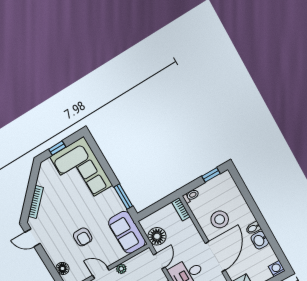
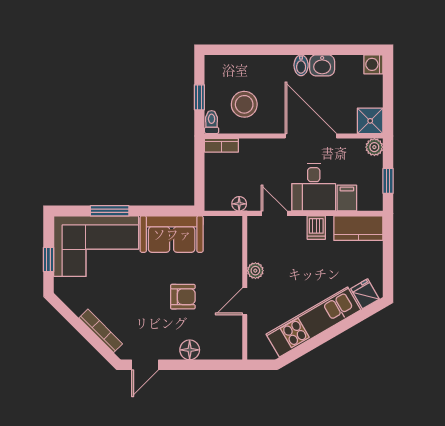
window: (211, 175) -> (199, 97), moved
window: (123, 197) -> (110, 211), moved
stool: (220, 219) -> (244, 104), moved
sofa: (127, 232) -> (172, 234), moved
floor lamp: (157, 236) -> (239, 204), width x0.53, depth x0.53
floor lamp: (62, 268) -> (190, 350), moved

